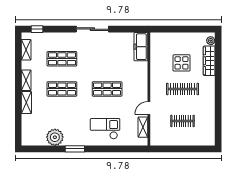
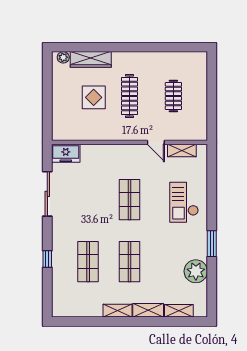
window: (37, 29) -> (47, 259), moved
sliding door: (92, 29) -> (47, 194), moved
freezer: (141, 47) -> (66, 153), width x0.71
shelving: (26, 50) -> (179, 311), moved

